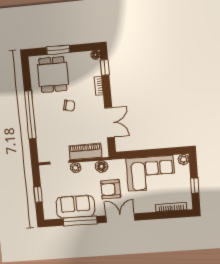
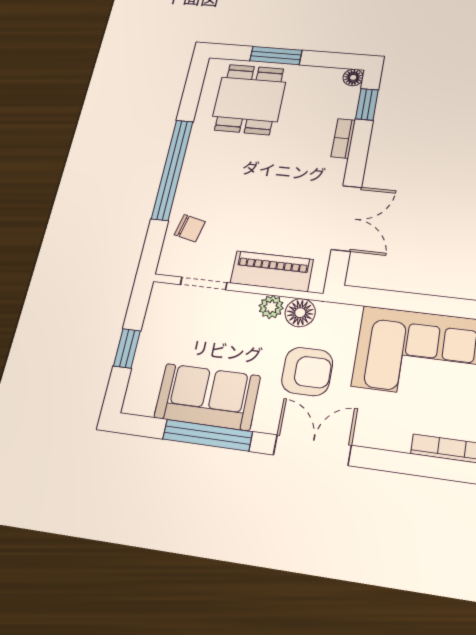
chair: (69, 106) -> (190, 228), moved
plant: (76, 168) -> (271, 307), moved
armchair: (111, 189) -> (307, 371), turned 180

